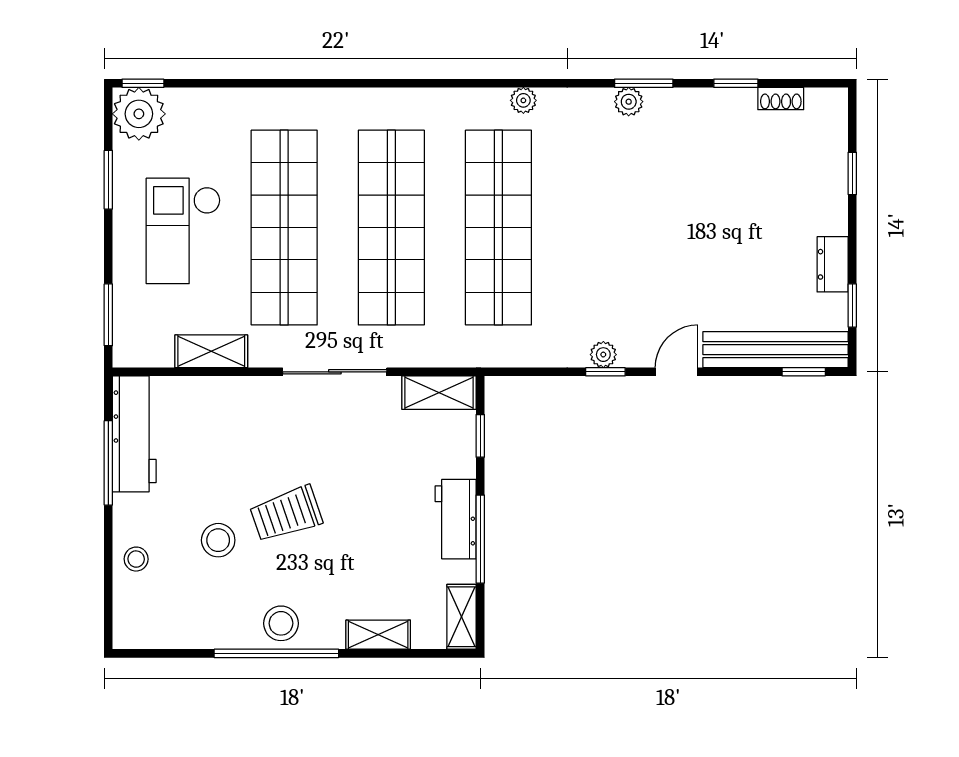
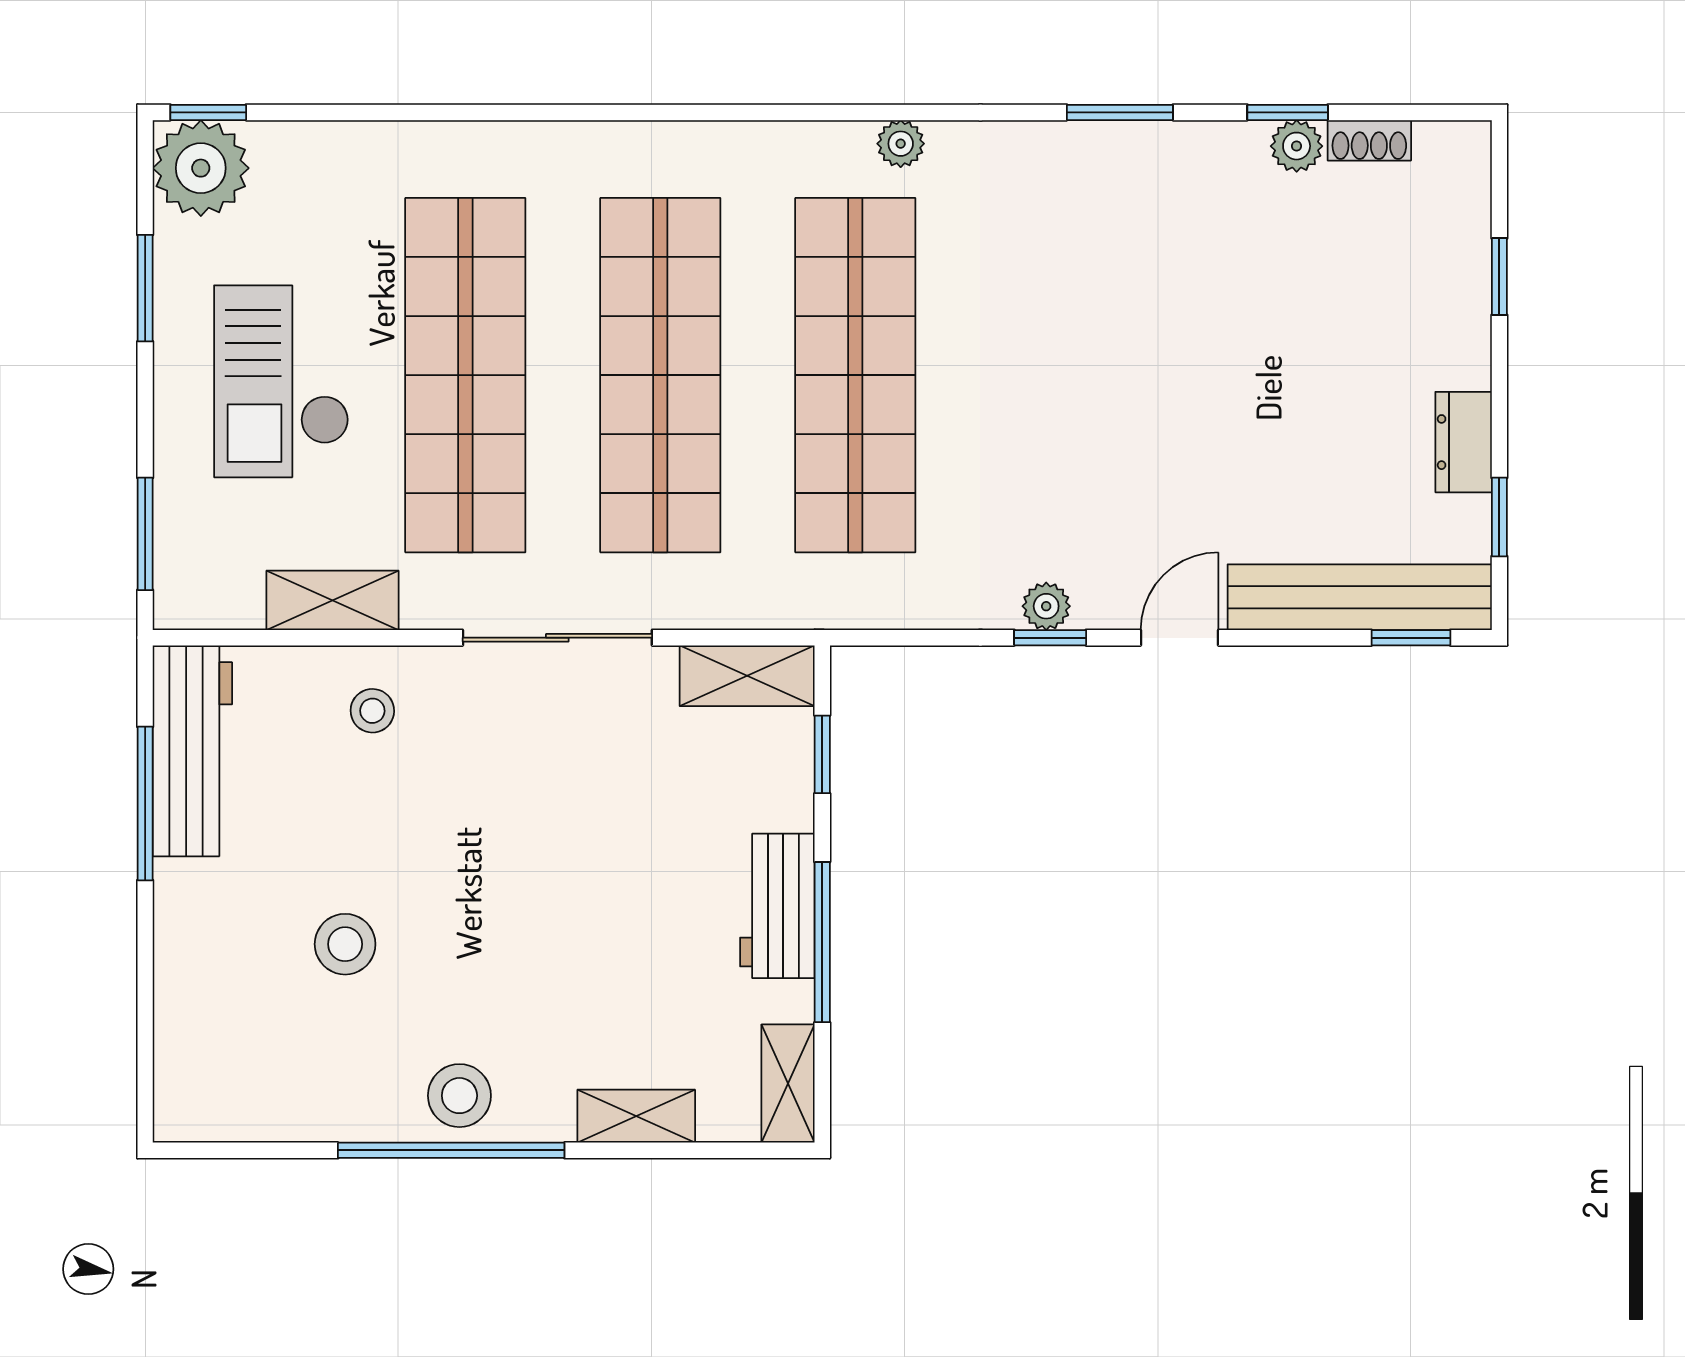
plant: (629, 102) -> (1297, 146), moved
trolley: (286, 514) -> (469, 896), removed
stool: (136, 559) -> (372, 711), moved

